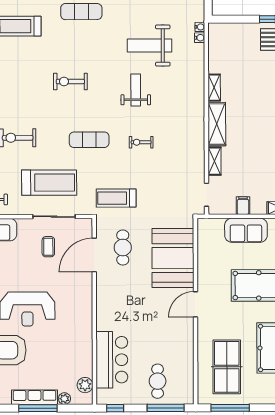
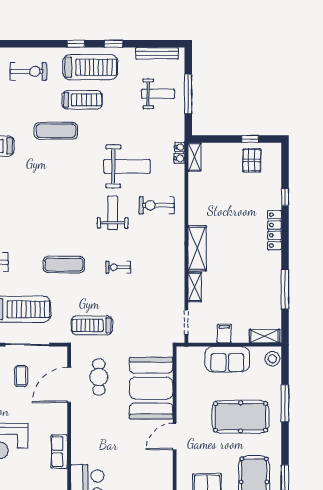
weight bench: (149, 45) -> (127, 166), turned 180
exercise bike: (70, 81) -> (157, 205), moved
shelving: (214, 88) -> (194, 157), moved
row of seats: (85, 319) -> (59, 452), added

